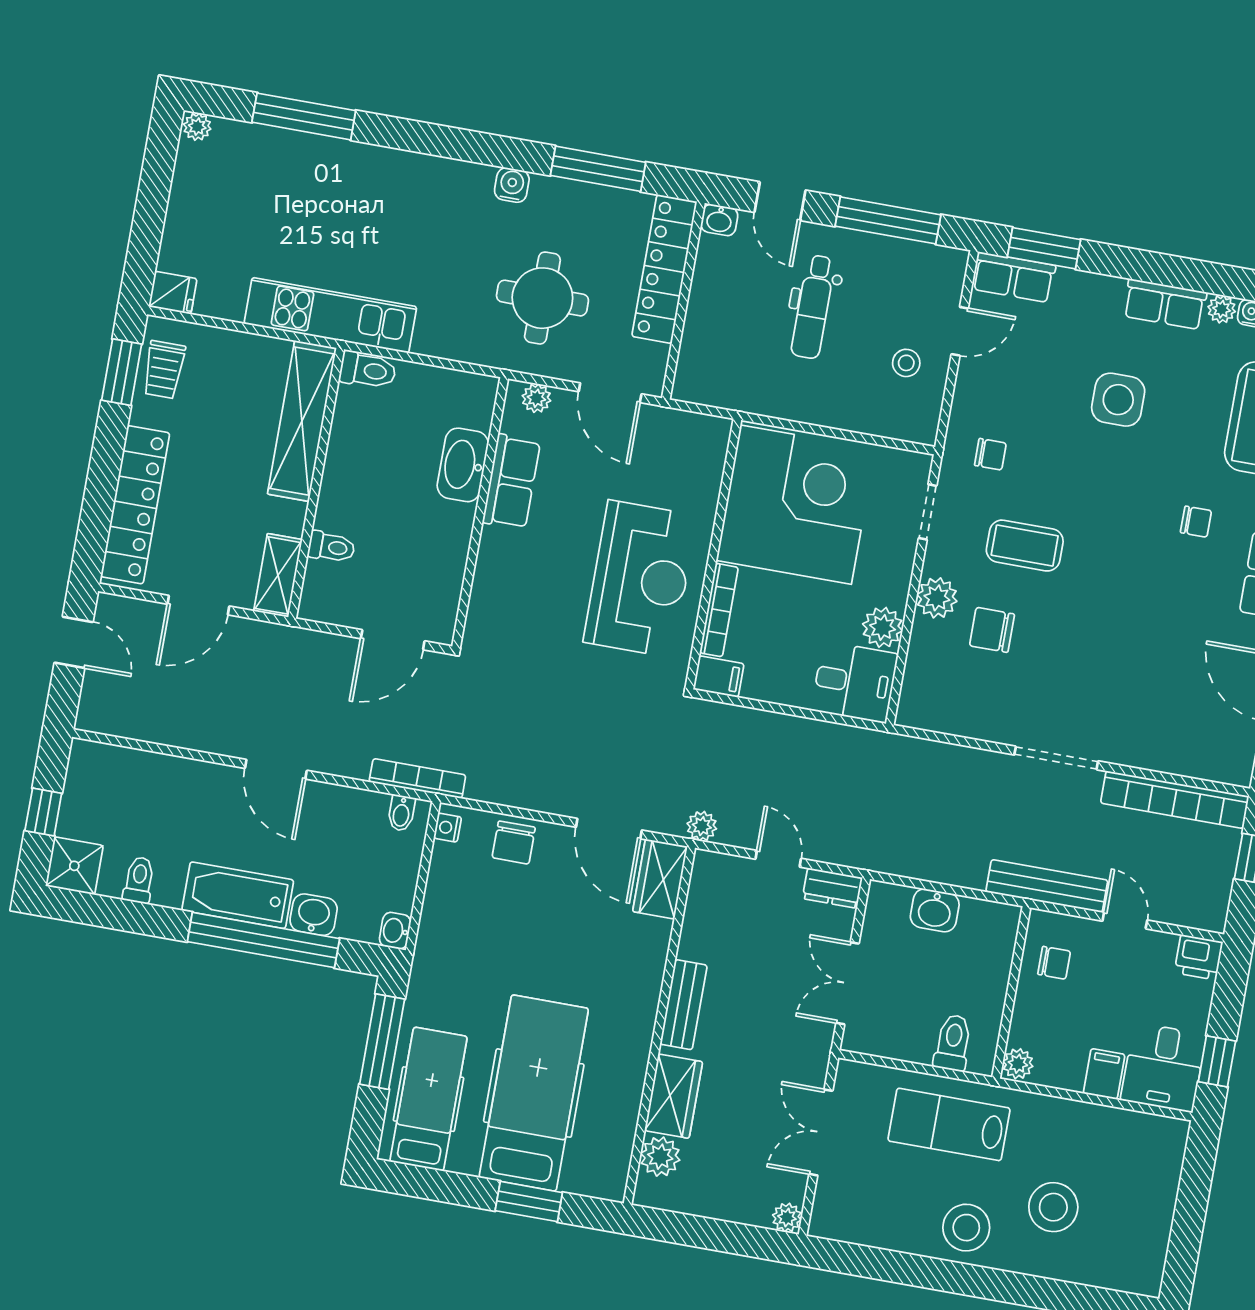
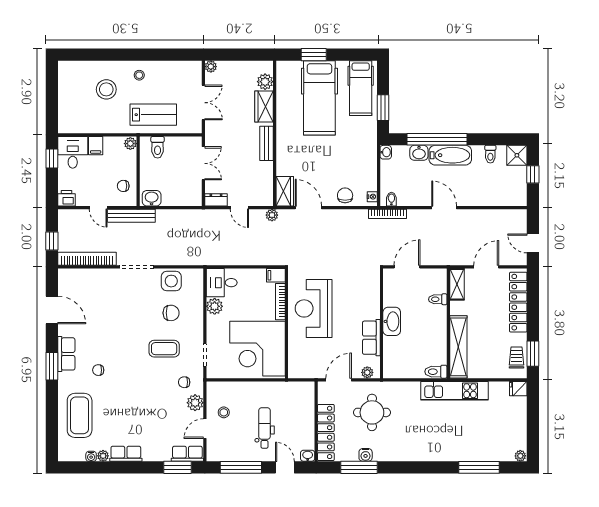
water cooler: (512, 185) -> (366, 455), moved
door: (610, 393) -> (339, 380), hinge flipped
side table: (1118, 400) -> (171, 281), moved
washbasin: (463, 465) -> (392, 321), moved
plant: (937, 598) -> (195, 403), moved
washbasin: (935, 910) -> (152, 198), moved
window: (382, 1042) -> (383, 108), width x0.69
stool: (966, 1228) -> (139, 75), width x0.53, depth x0.53

